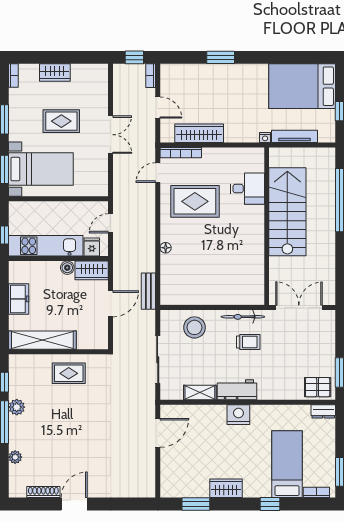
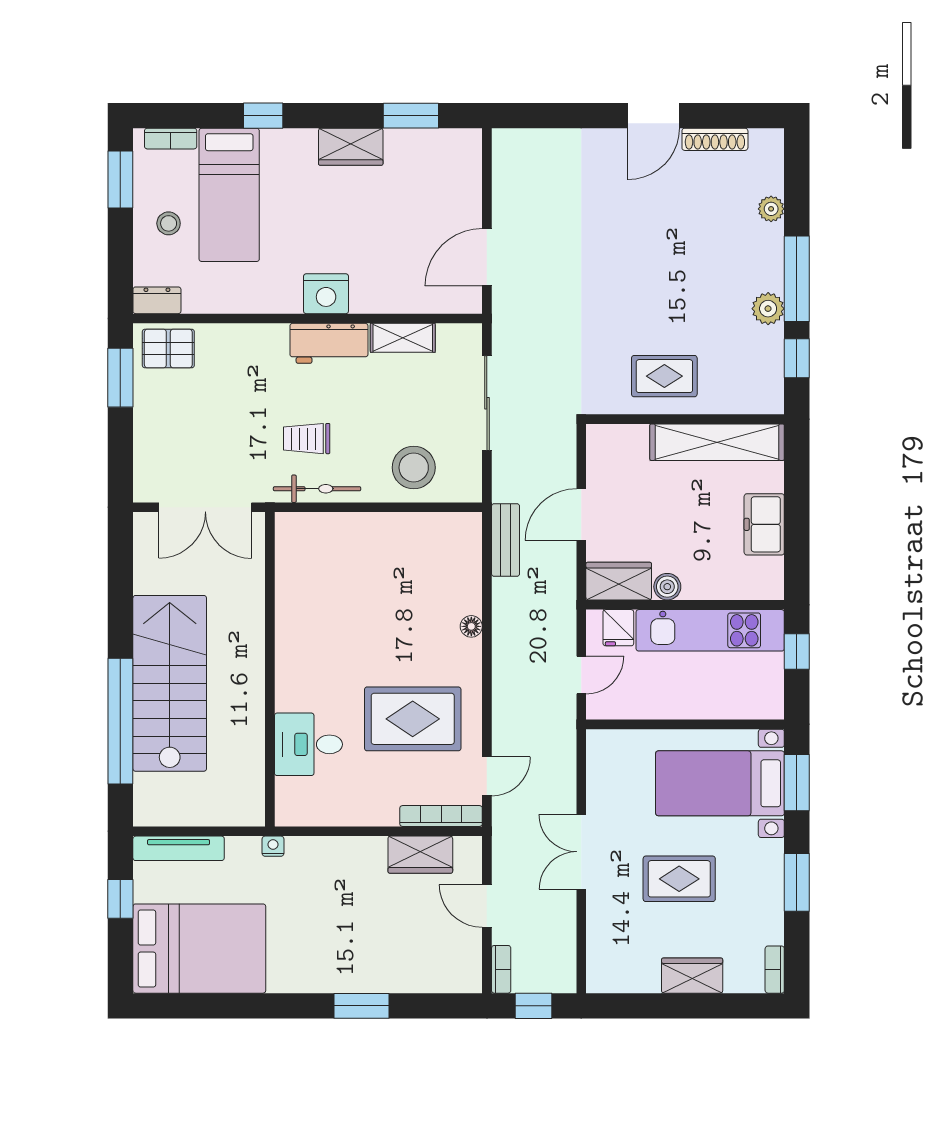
wardrobe: (199, 133) -> (420, 855), width x0.67
tv unit: (295, 136) -> (179, 848), moved
stairs: (287, 212) -> (170, 683), moved, turned 180
stool: (317, 450) -> (169, 223), added

